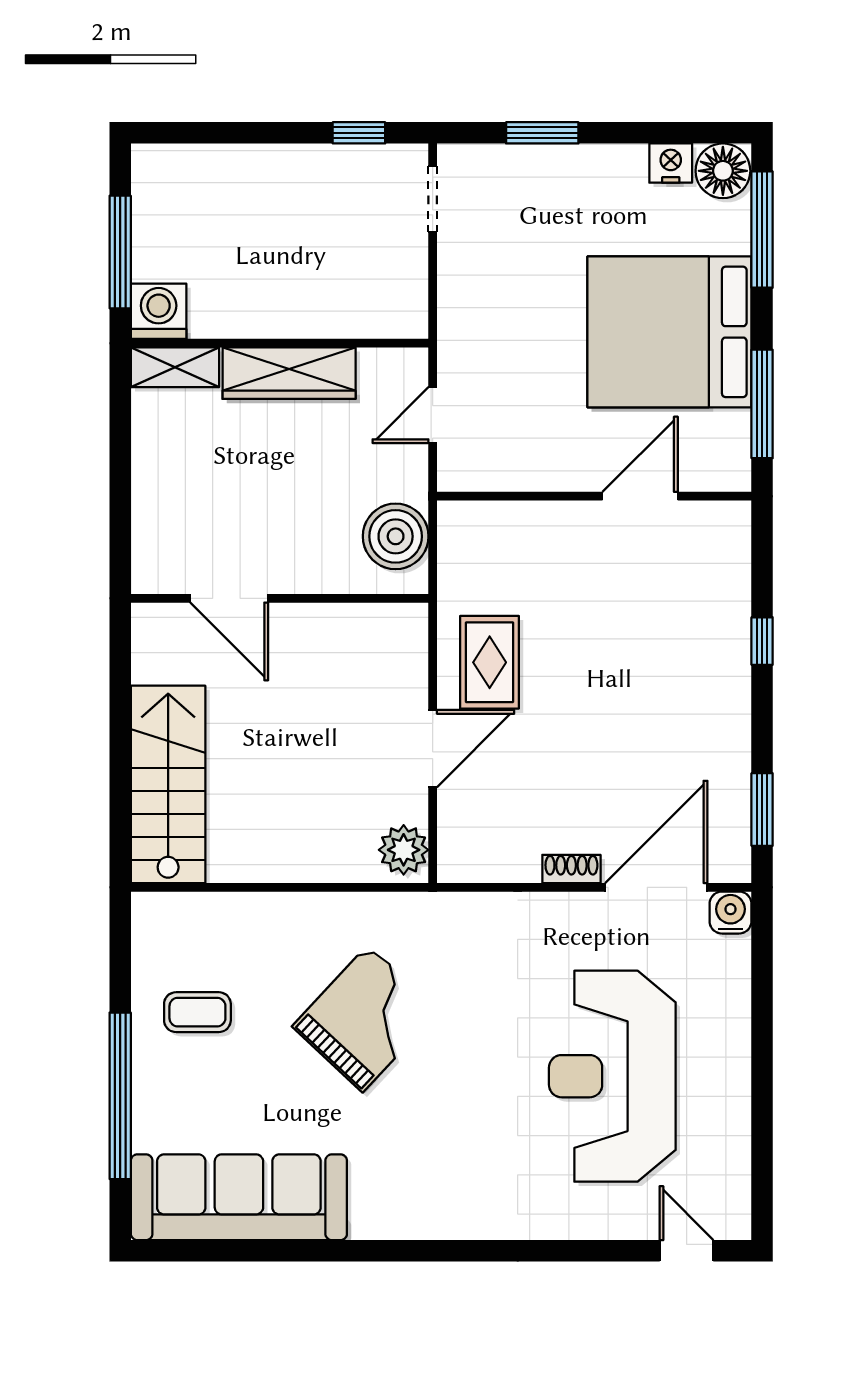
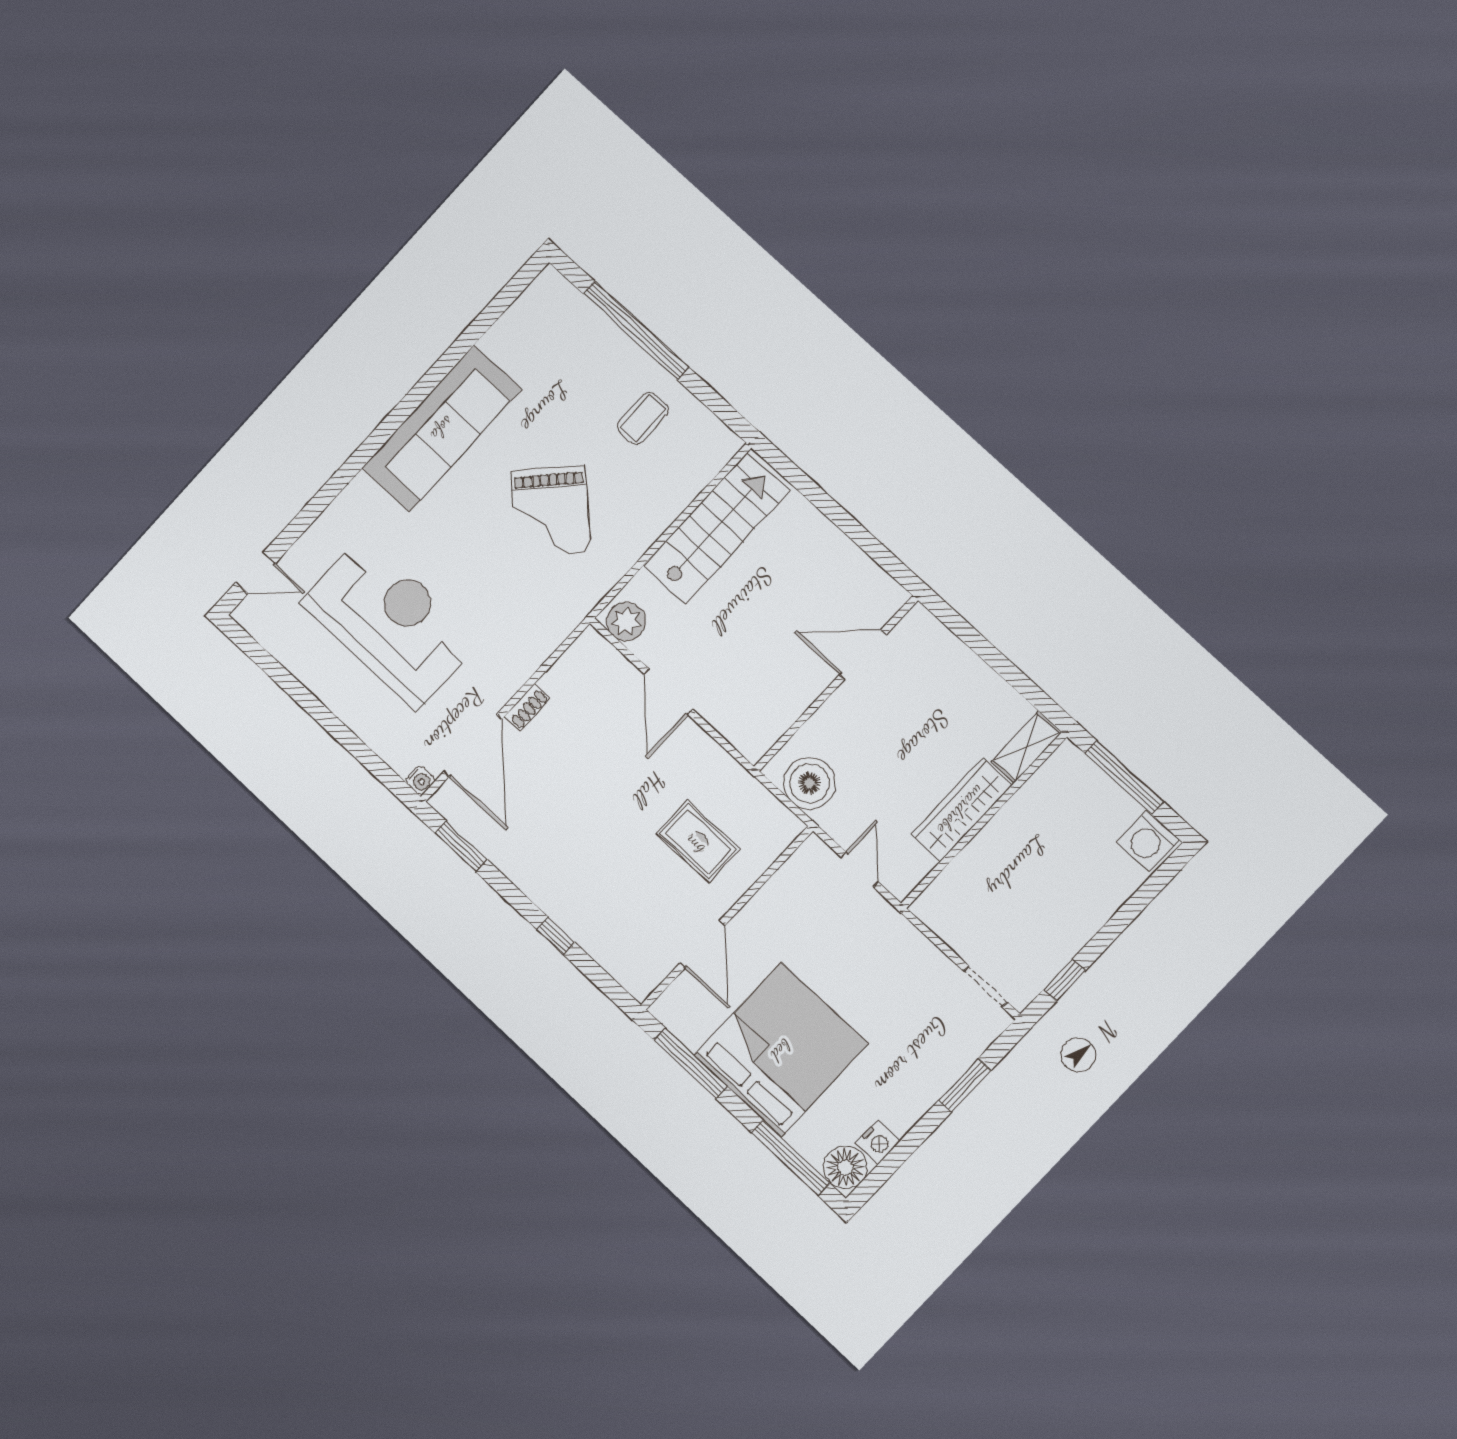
washing machine: (159, 311) -> (1148, 841), moved, turned 90
rug: (490, 662) -> (698, 841), moved
stairs: (168, 784) -> (716, 528), moved, turned -90
water cooler: (730, 913) -> (420, 780), width x0.72, depth x0.72
sofa: (239, 1197) -> (442, 429), moved

